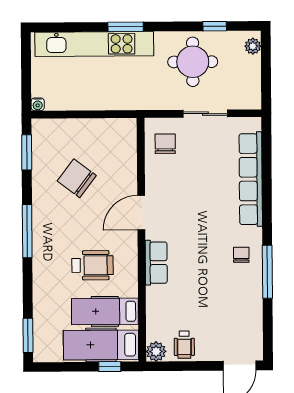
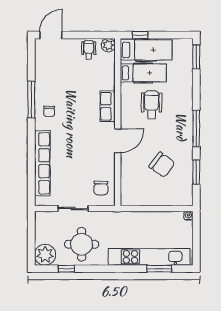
window: (126, 27) -> (159, 269), moved
plant: (253, 46) -> (45, 255), width x1.87, depth x1.87
window: (27, 152) -> (196, 172), moved
wheelchair: (92, 265) -> (152, 105), turned 90

